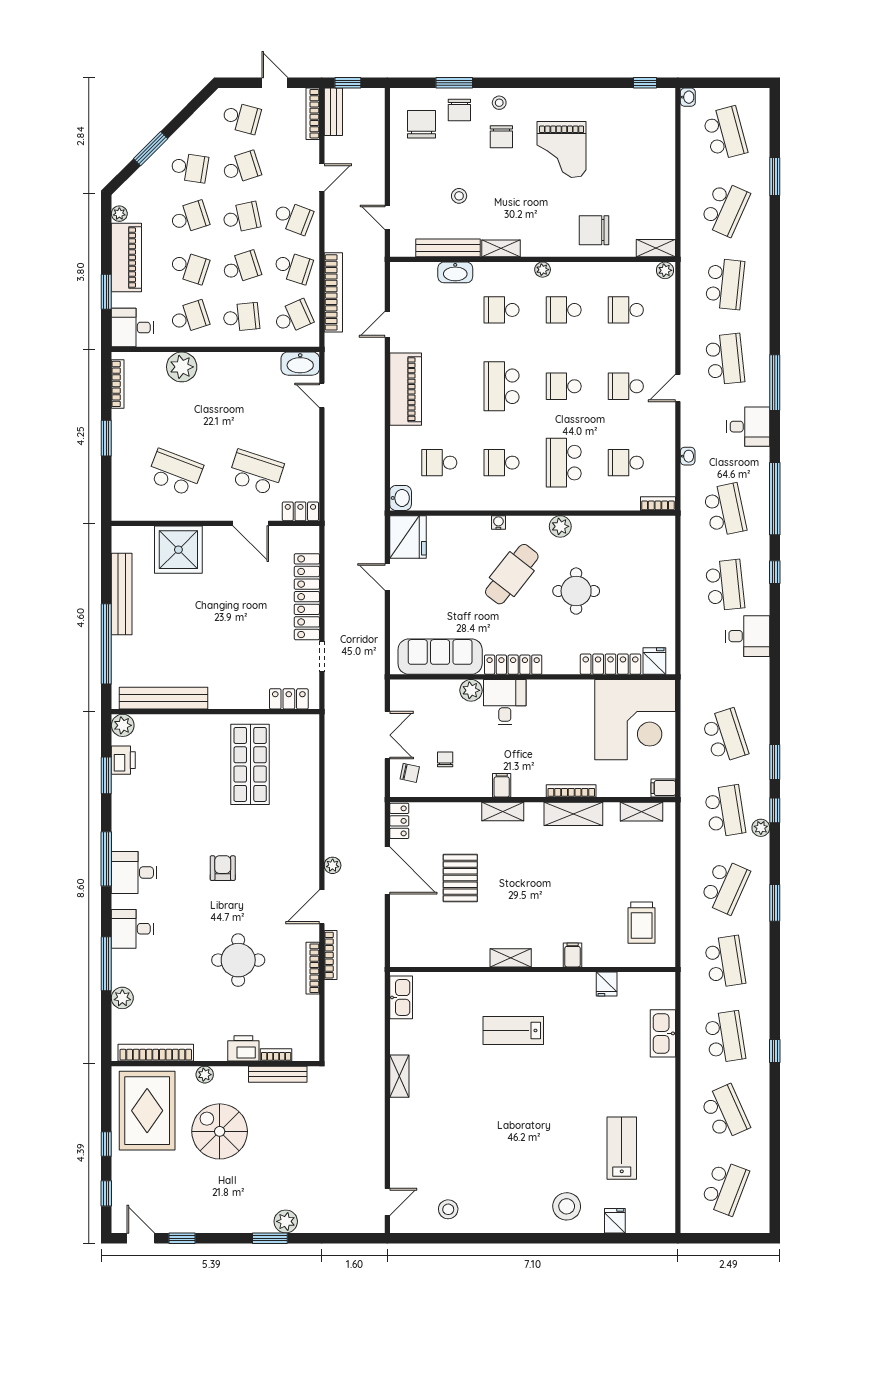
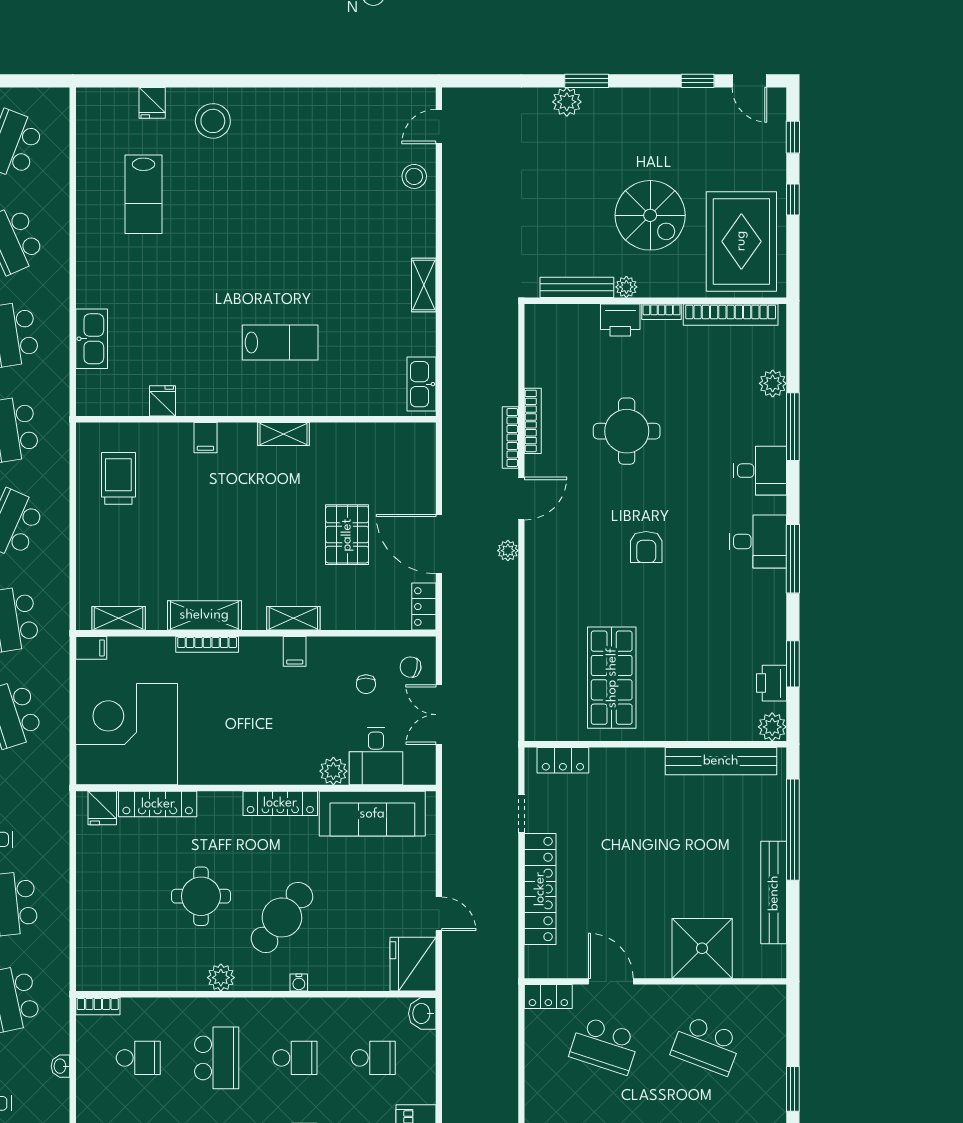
desk: (505, 702) -> (376, 756), moved
bookcase: (276, 1055) -> (662, 312), moved
plant: (205, 1075) -> (626, 287), moved
stool: (448, 1209) -> (414, 176), moved

